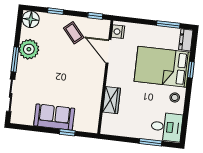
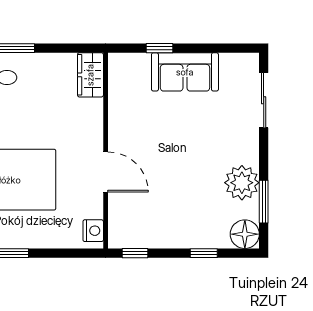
coffee table: (74, 33) -> (169, 220), removed
door: (108, 51) -> (106, 172), moved
window: (15, 59) -> (264, 202), moved
wardrobe: (111, 100) -> (90, 75), moved

